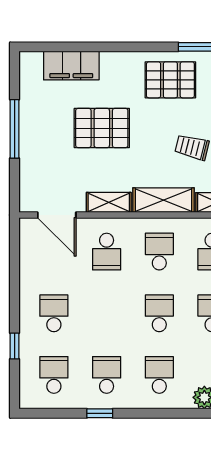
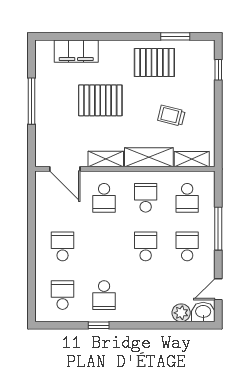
window: (15, 346) -> (31, 272), removed
school desk: (107, 375) -> (104, 295), turned 180
school desk: (159, 375) -> (146, 295), removed

